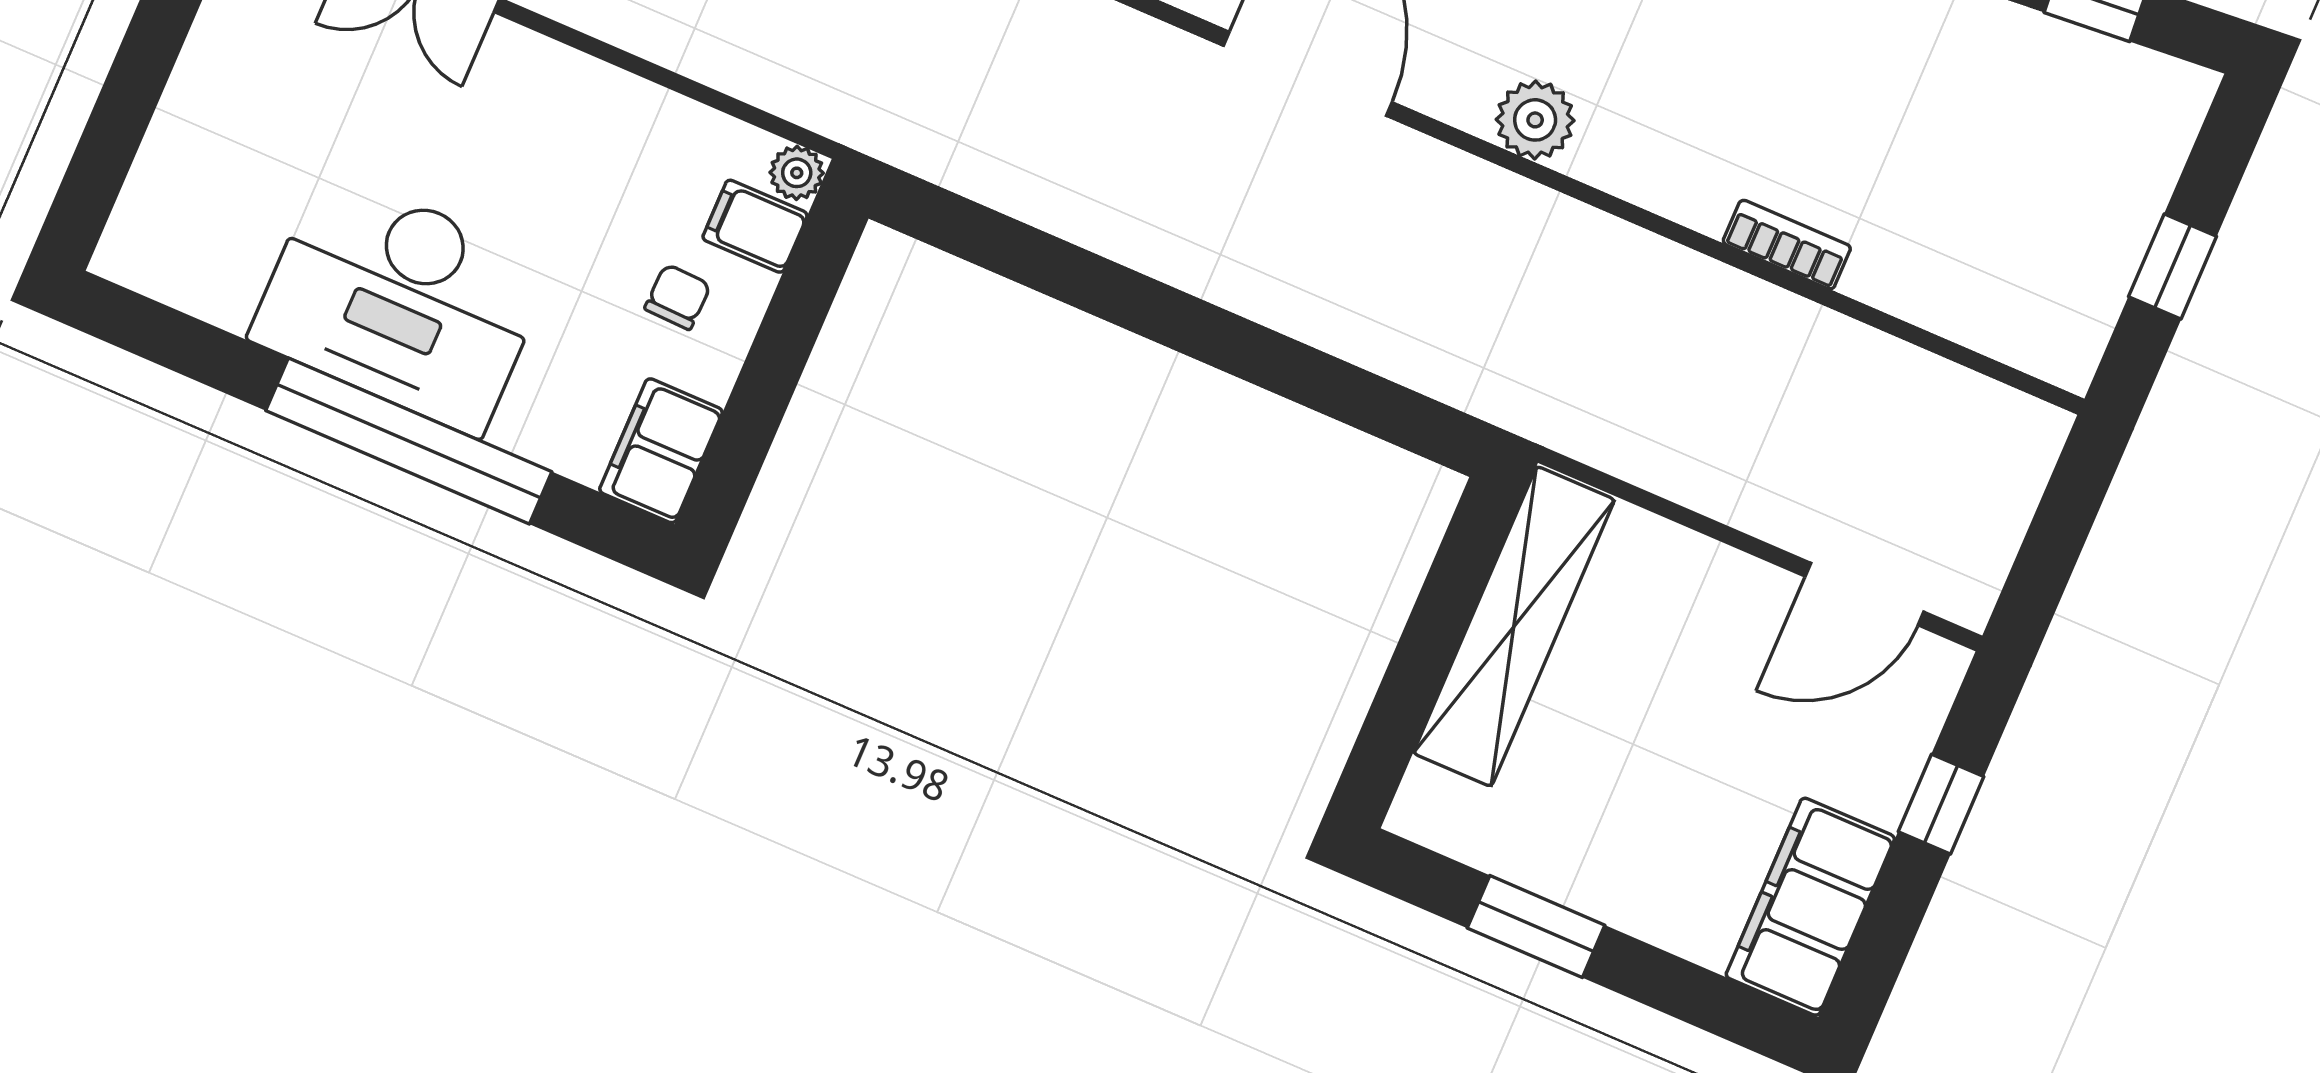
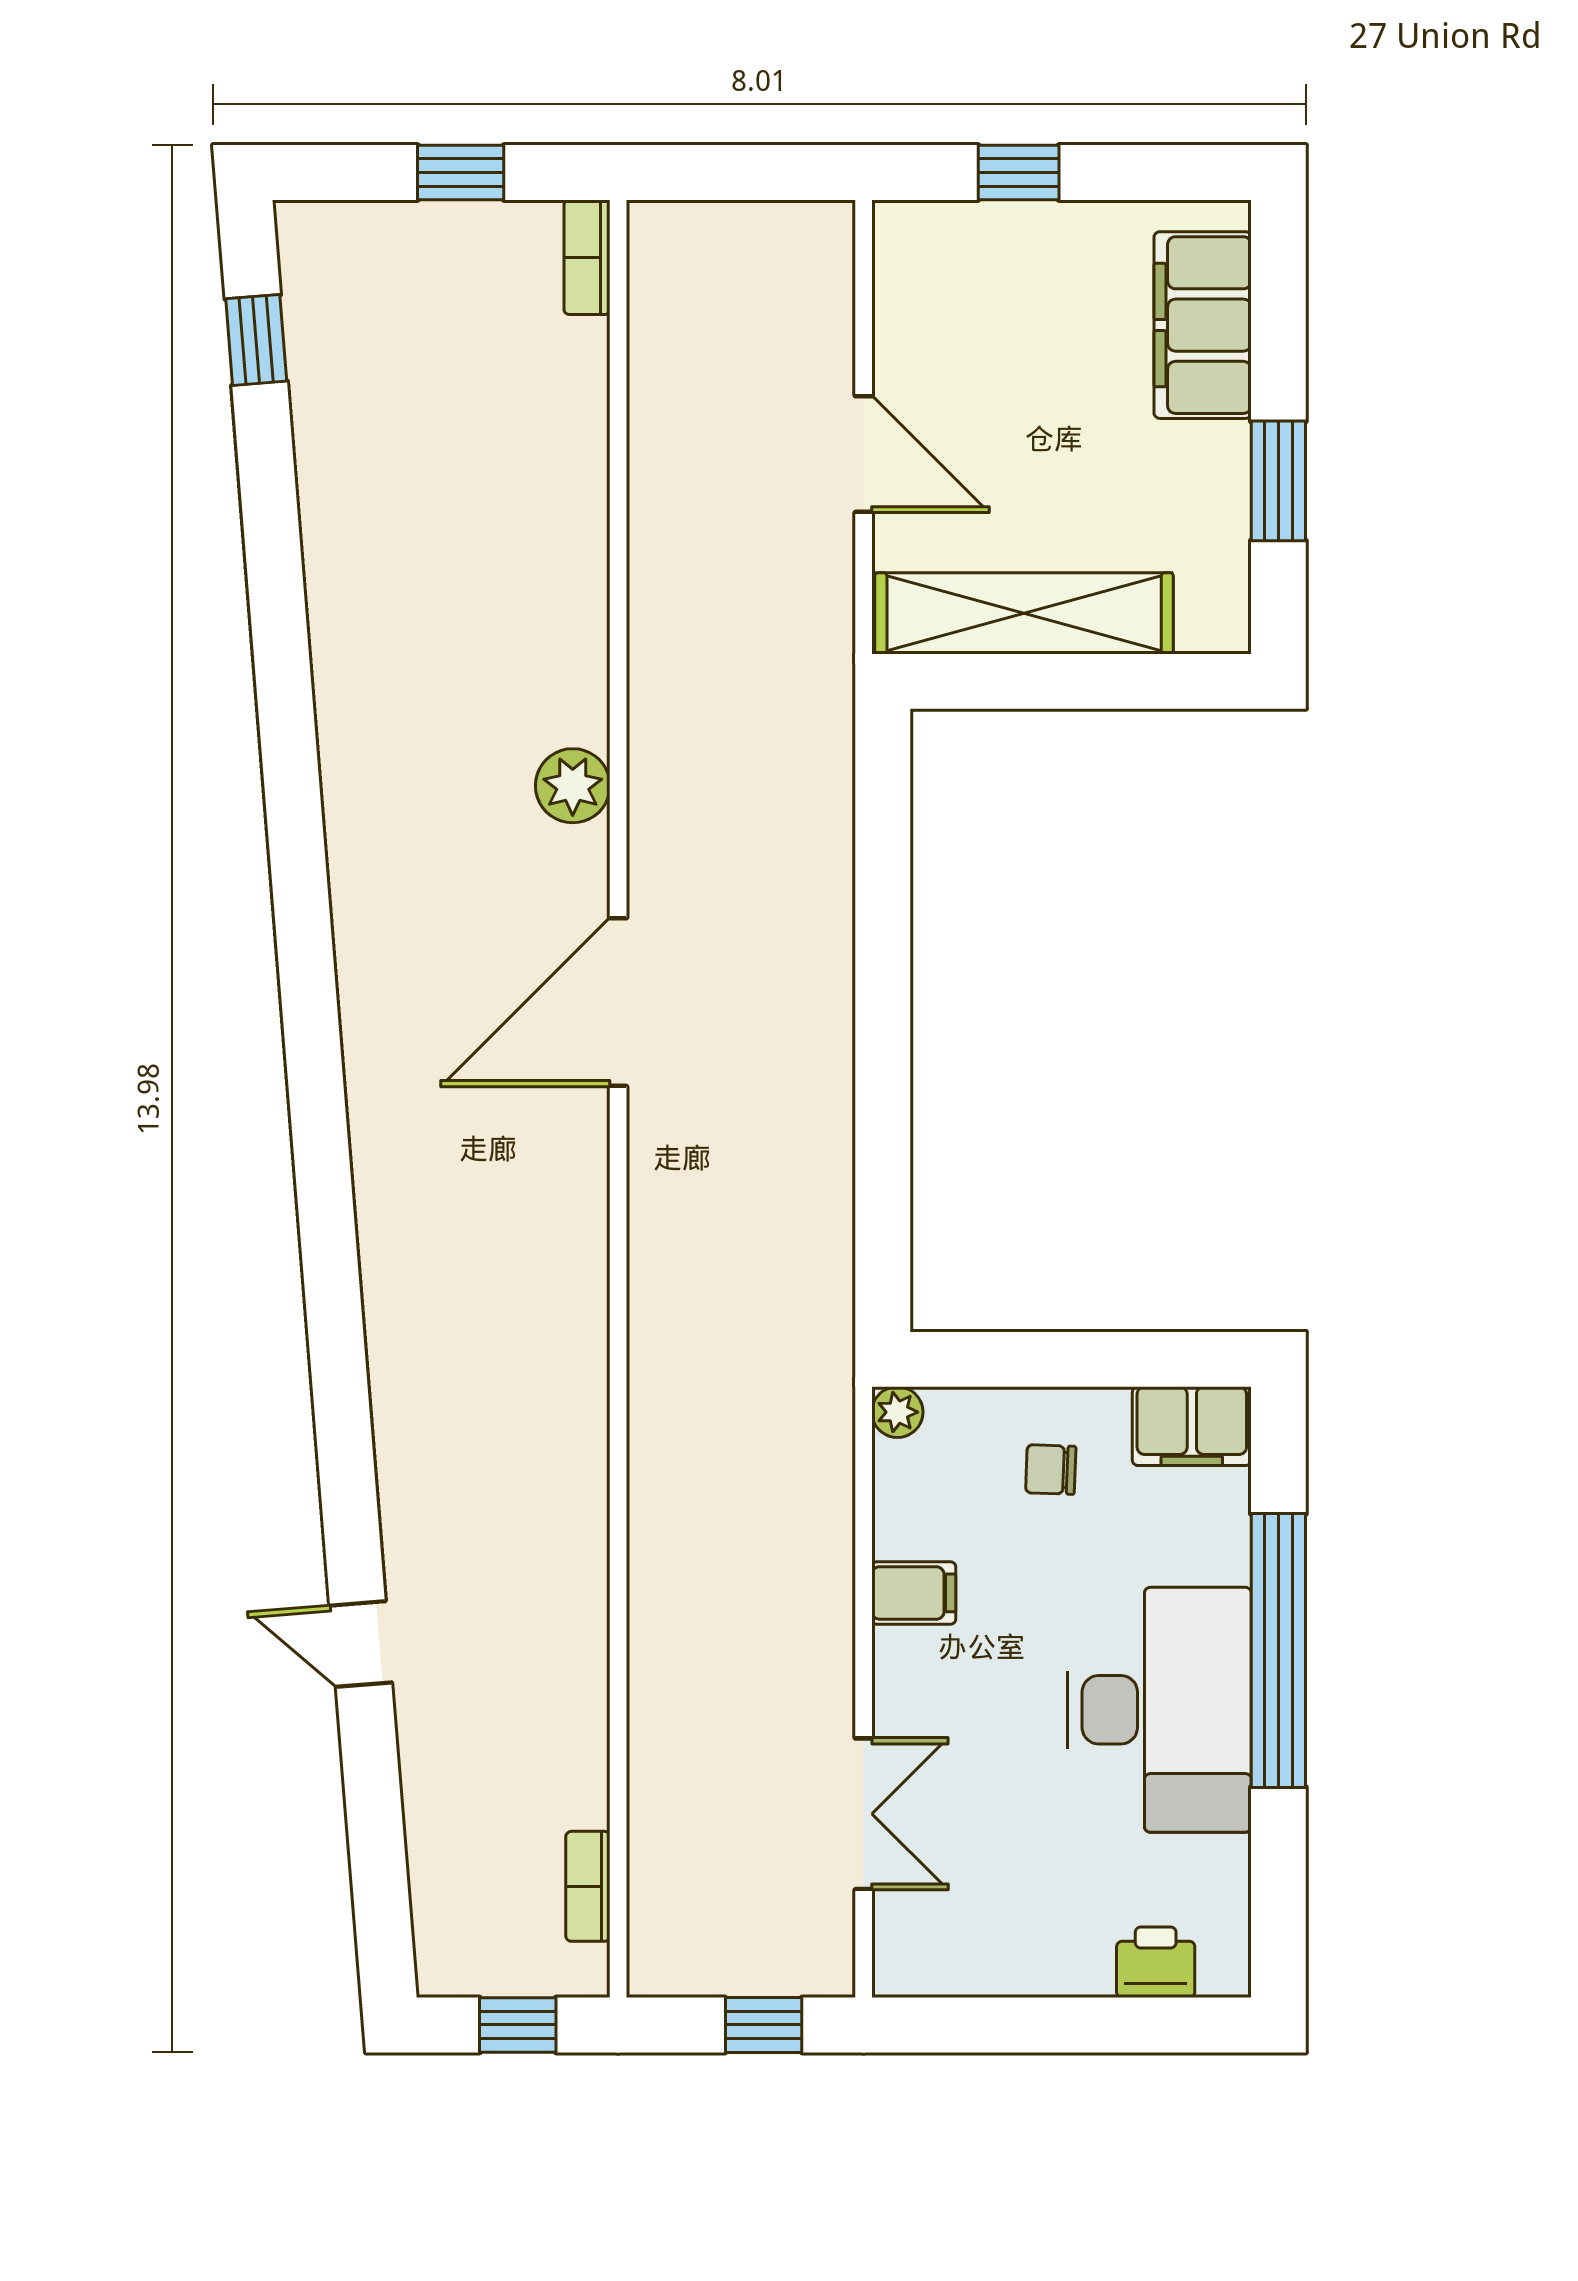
printer: (159, 193) -> (1156, 1962), added
filing cabinet: (755, 226) -> (914, 1593), moved, turned -90
bookcase: (1787, 245) -> (587, 257), moved
door: (1864, 594) -> (864, 454), moved
filing cabinet: (1810, 907) -> (1203, 325), moved, turned 90

